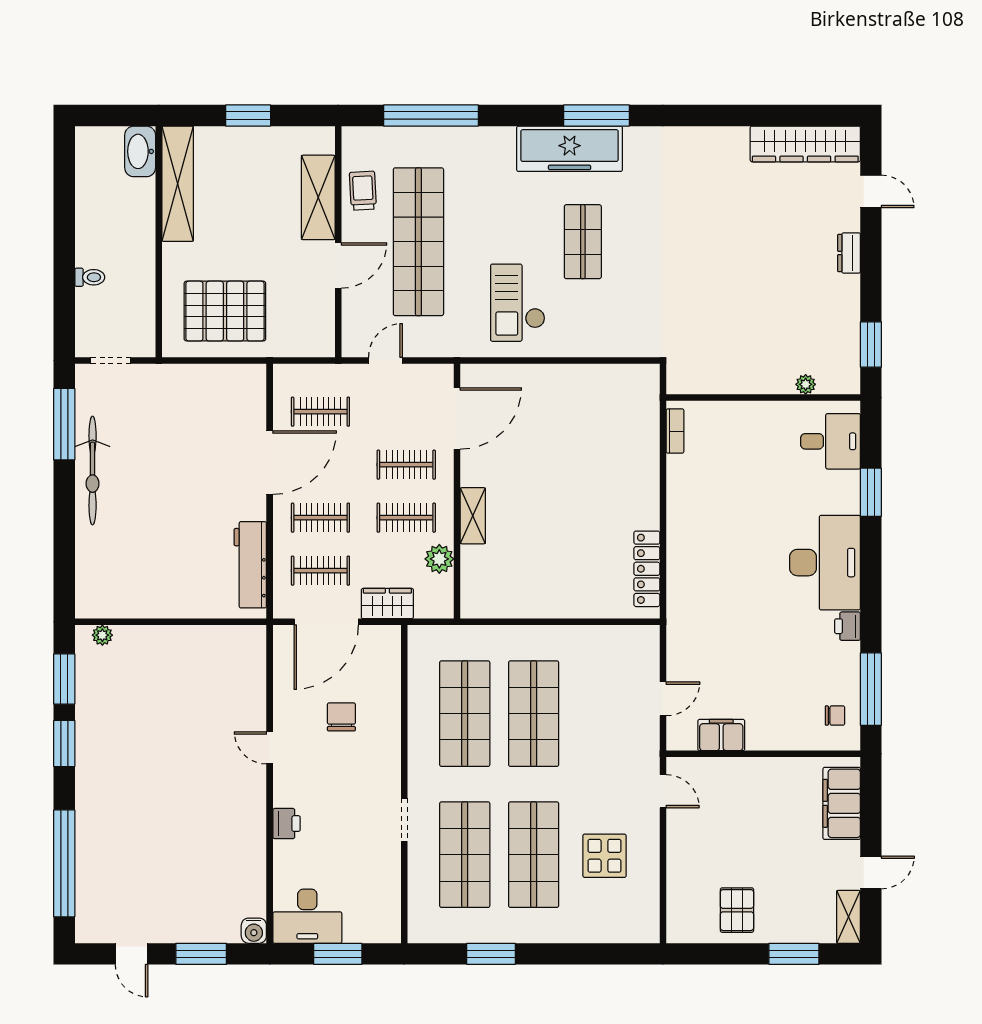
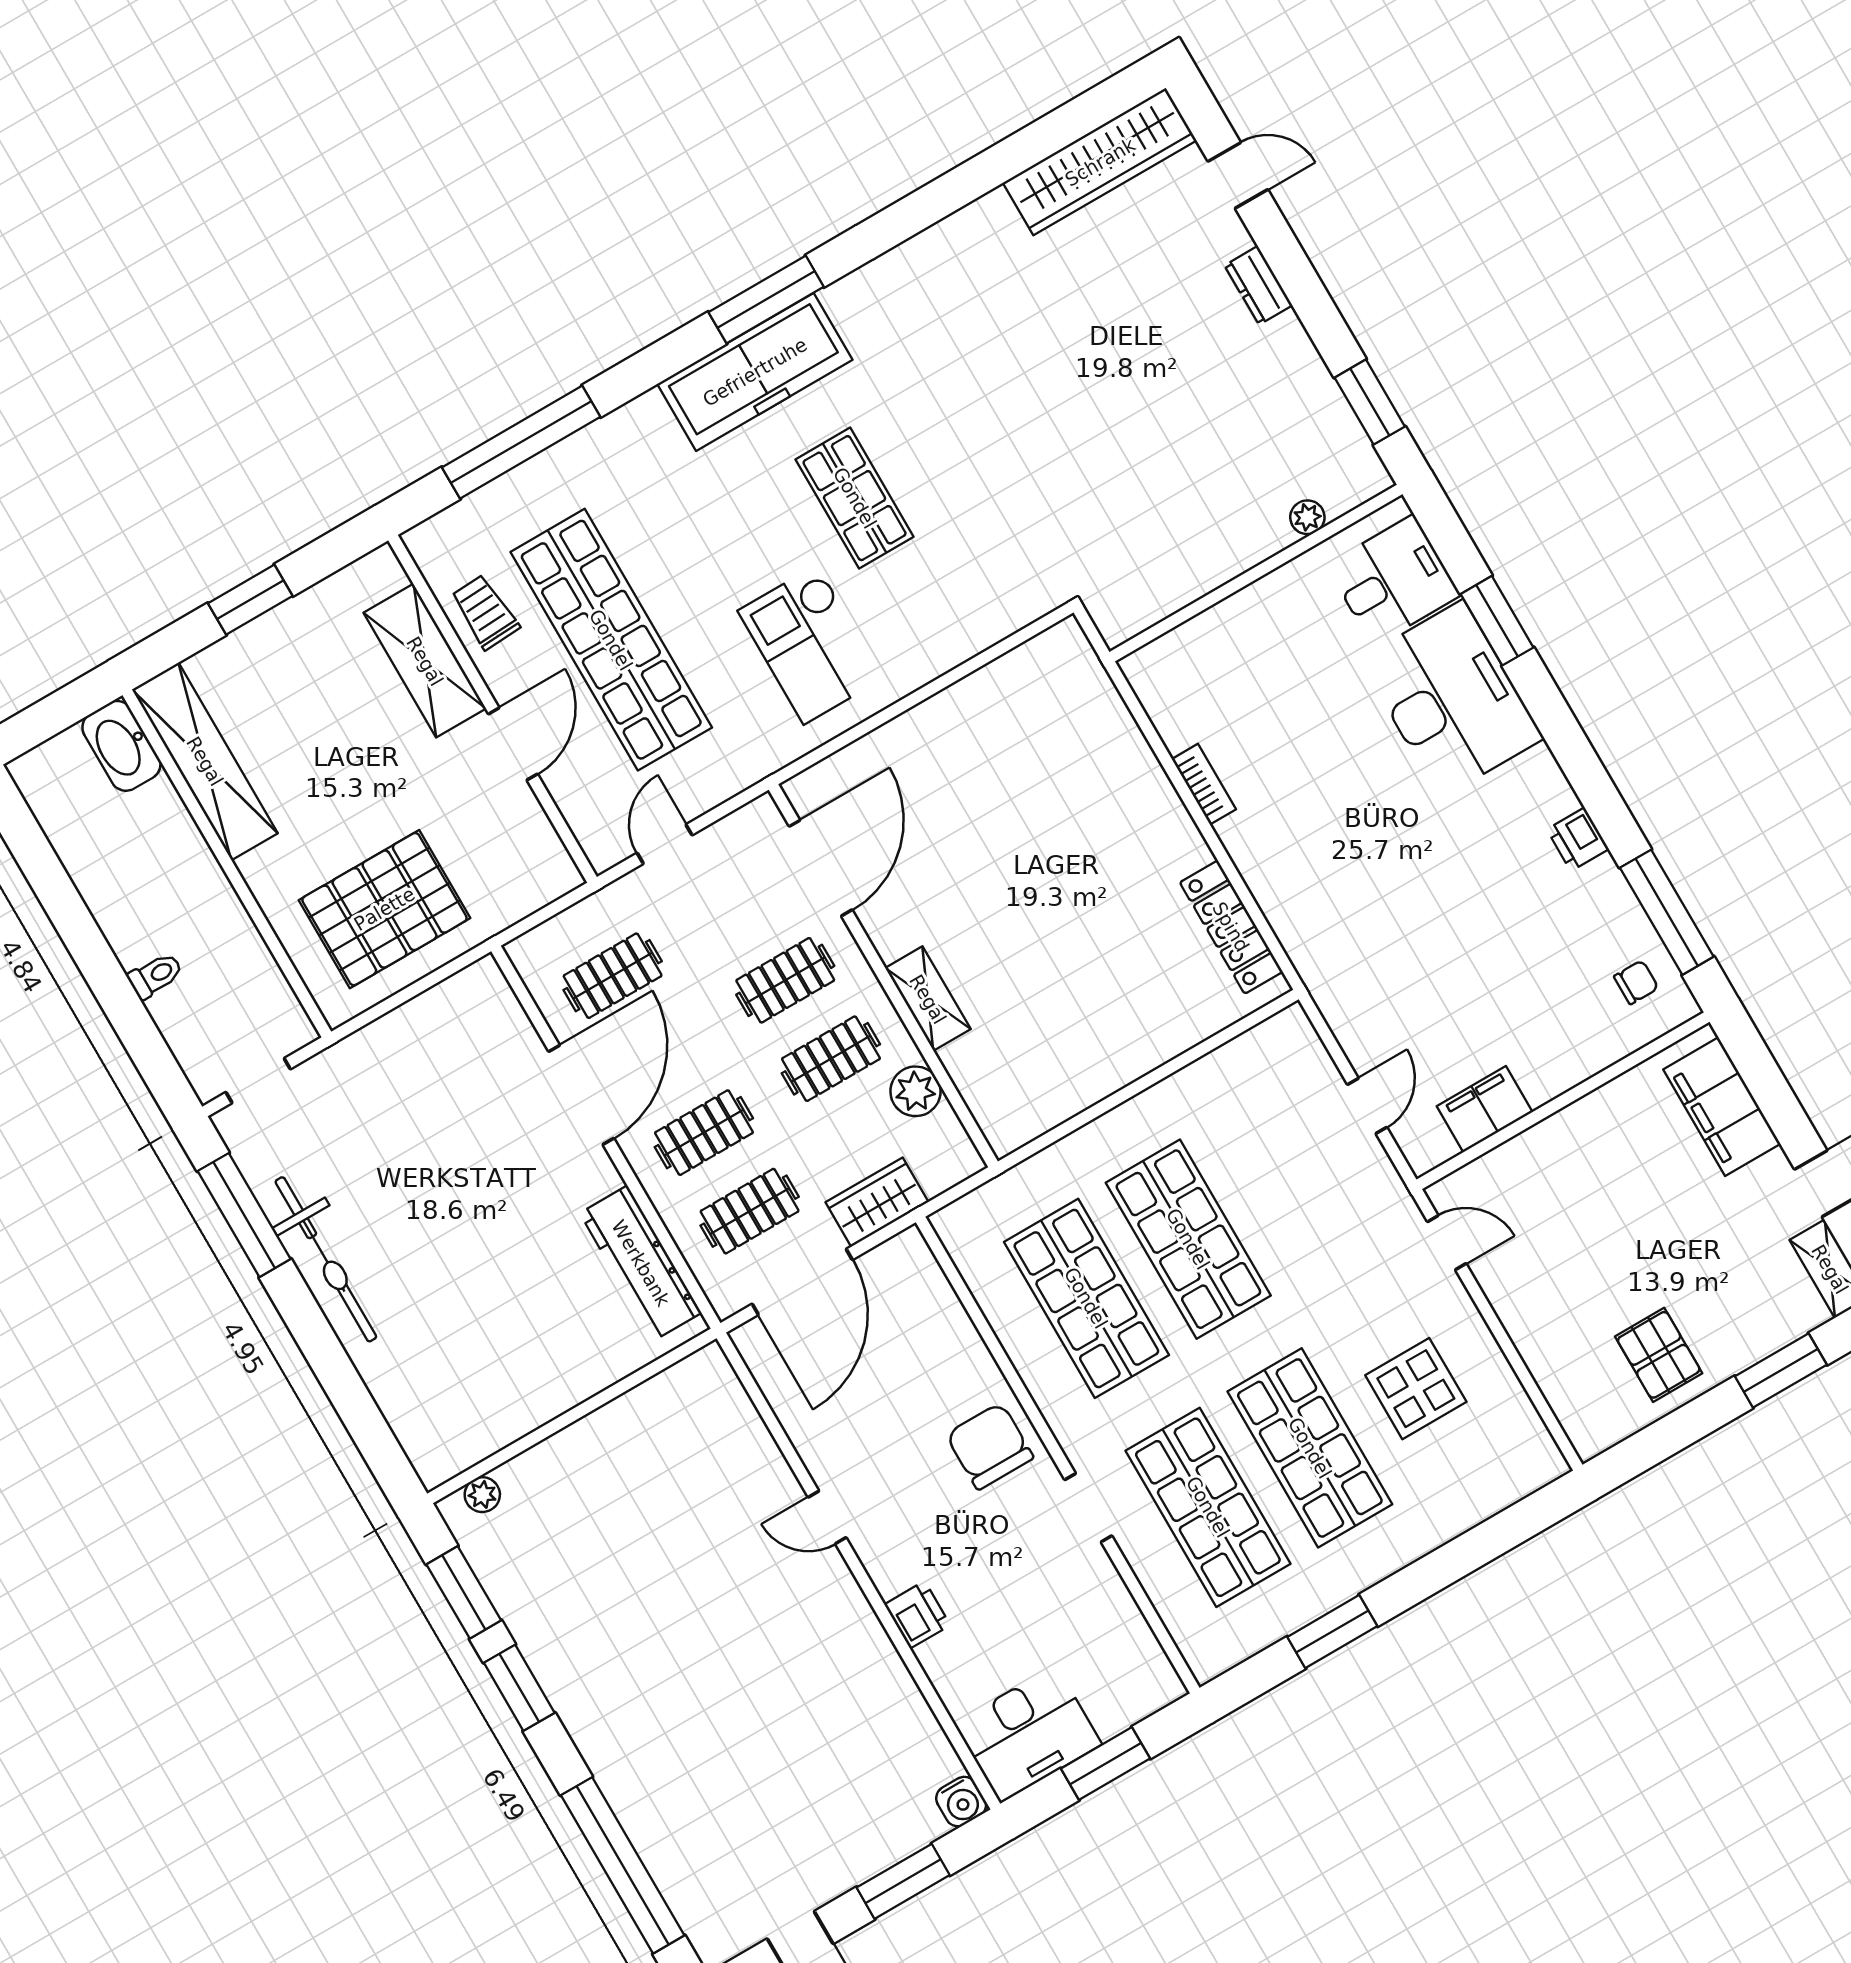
bookcase: (675, 431) -> (1204, 784), moved
desk: (825, 563) -> (1452, 699), moved
chair: (341, 717) -> (990, 1446), moved, width x1.37, depth x1.37

